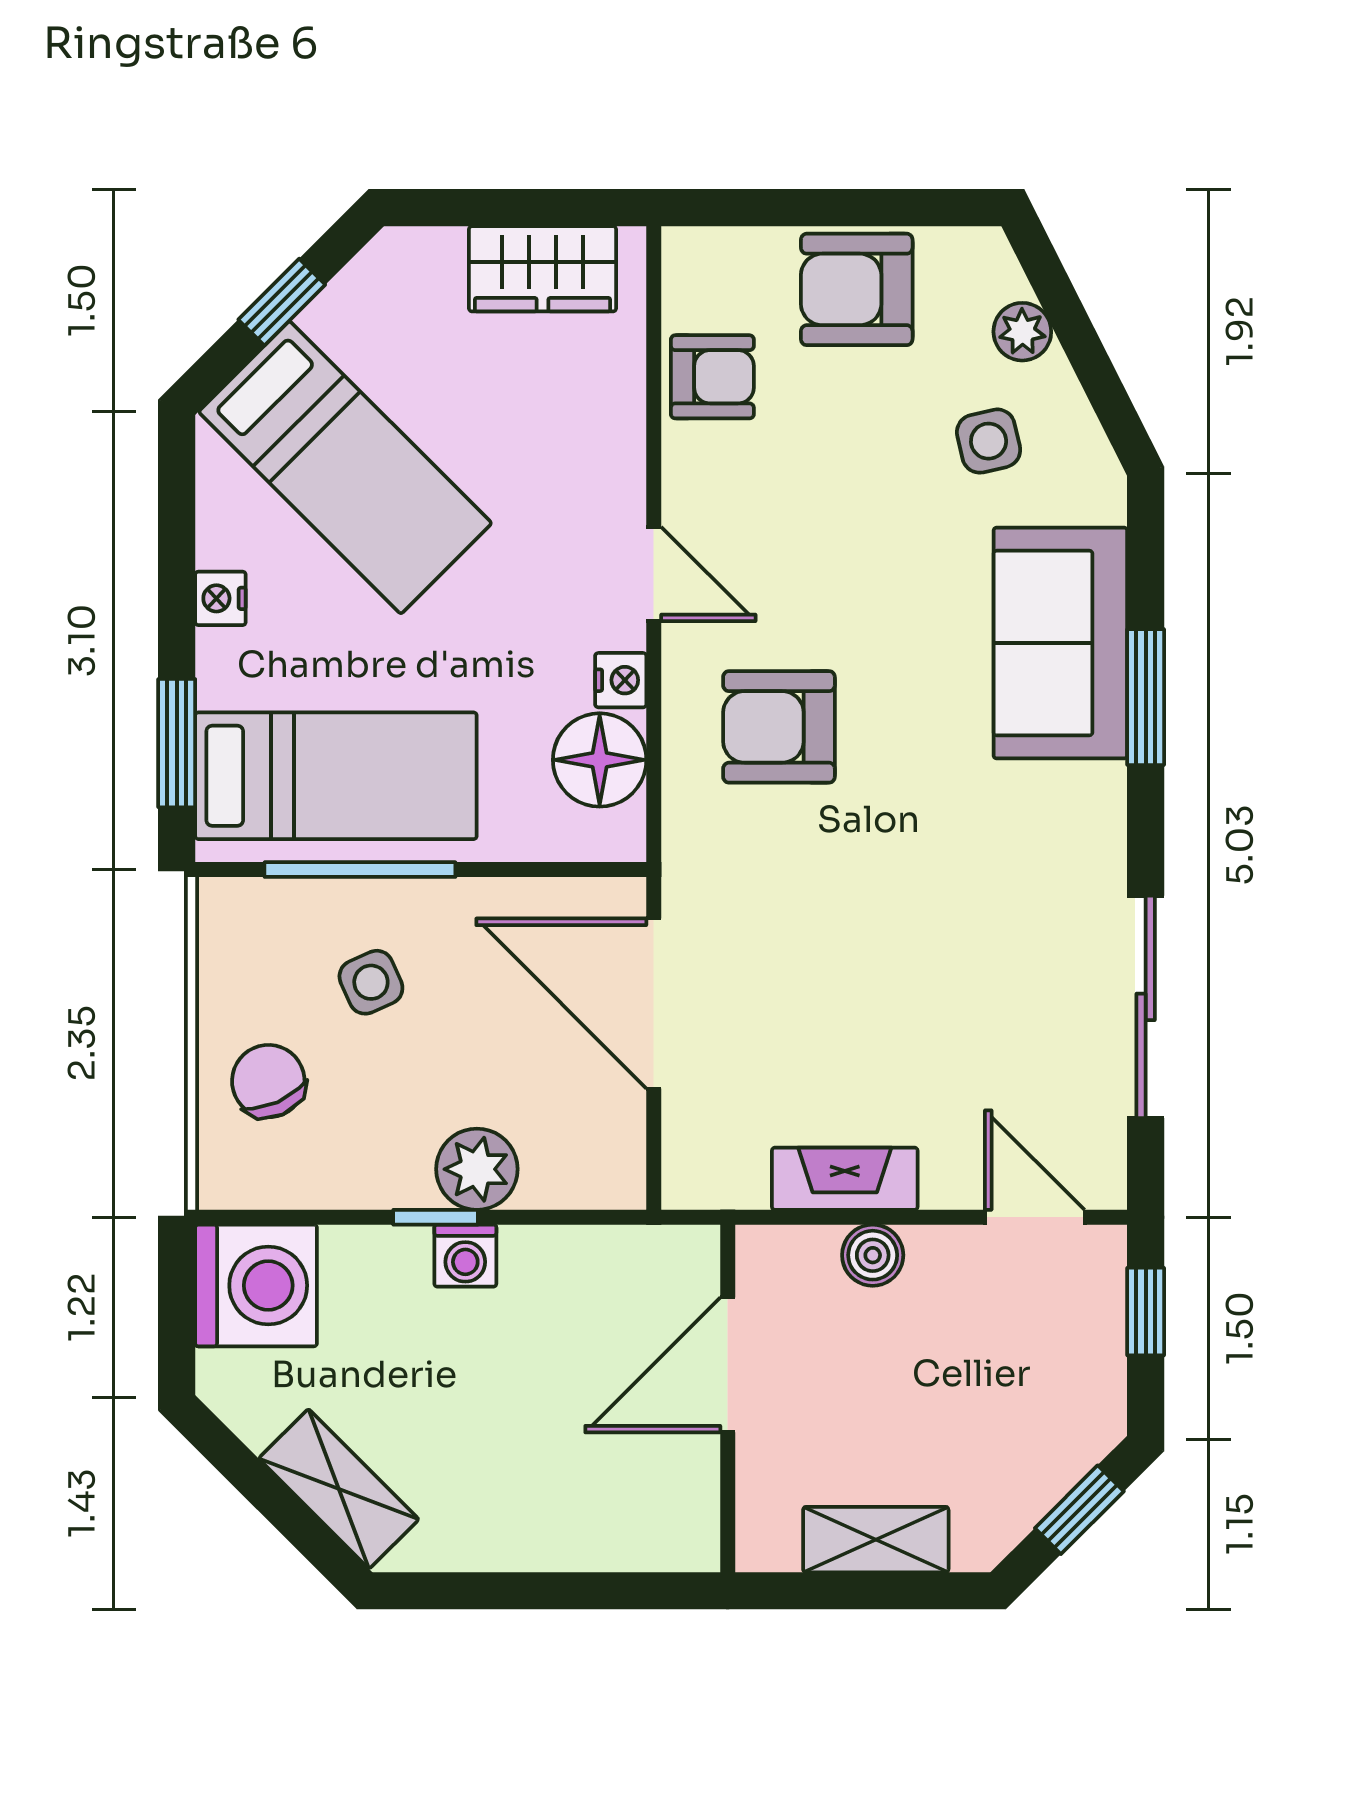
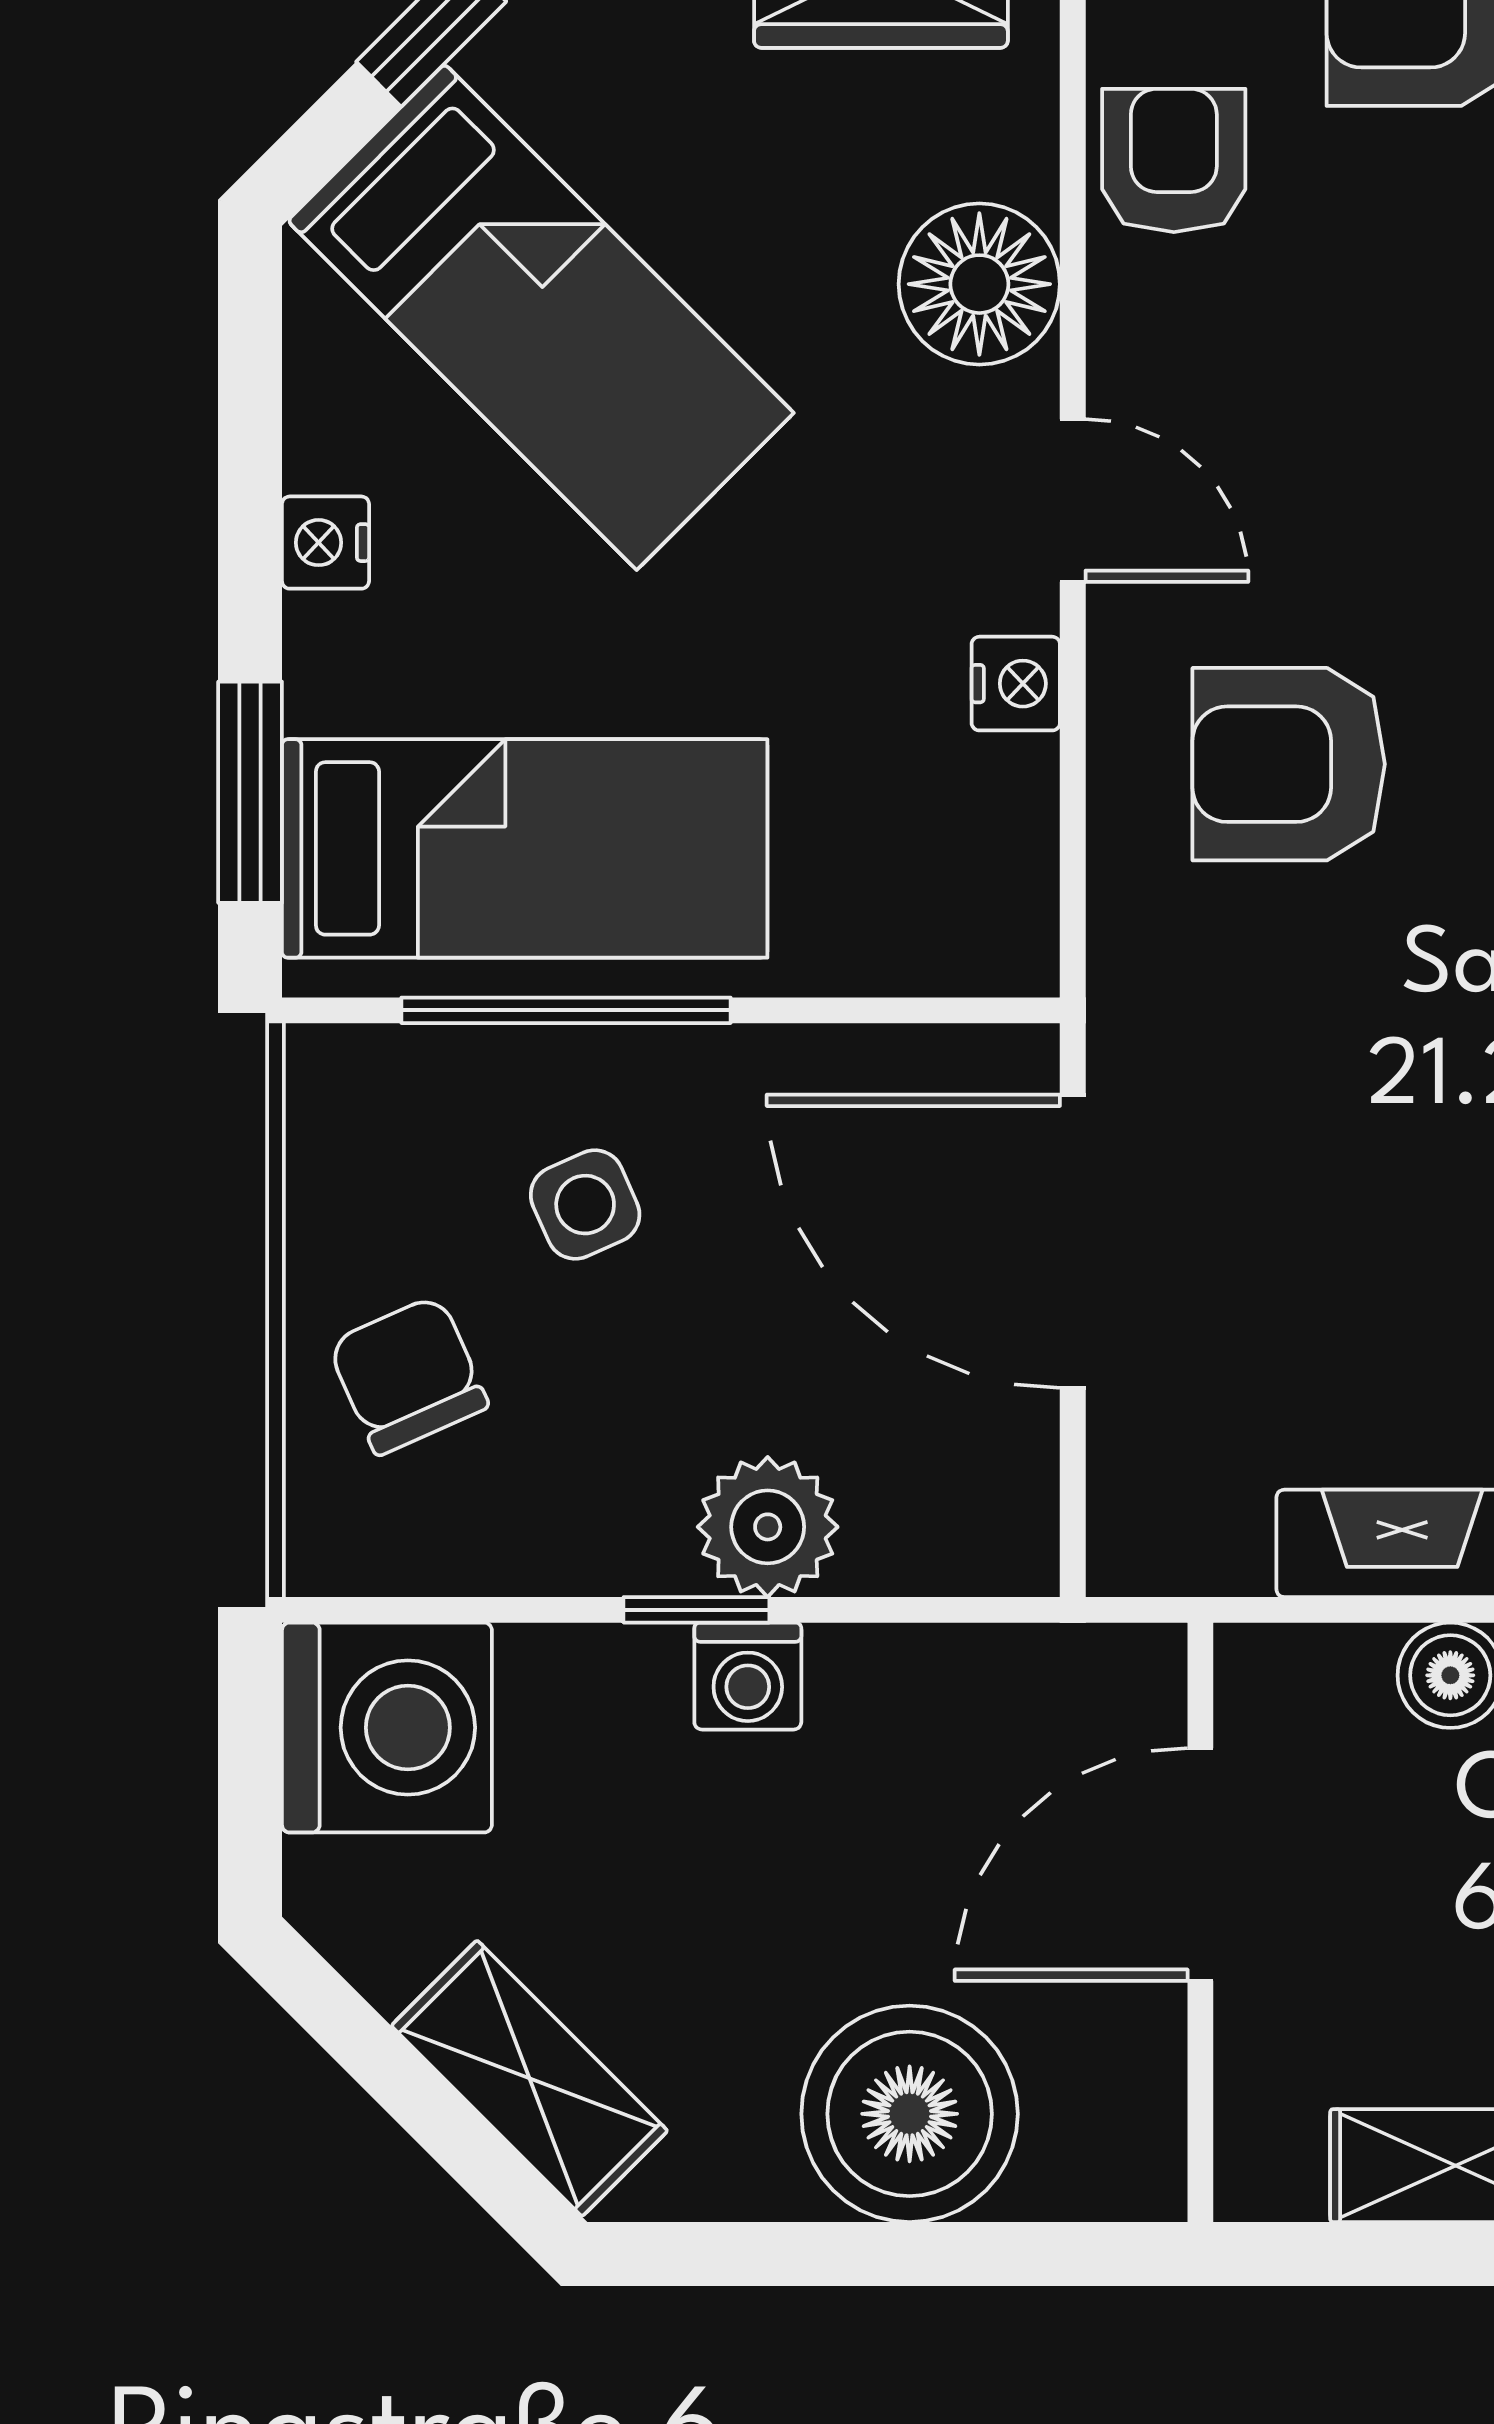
armchair: (712, 377) -> (1174, 160), turned -90
floor lamp: (600, 760) -> (979, 284), moved
boiler: (559, 1510) -> (910, 2114), added

